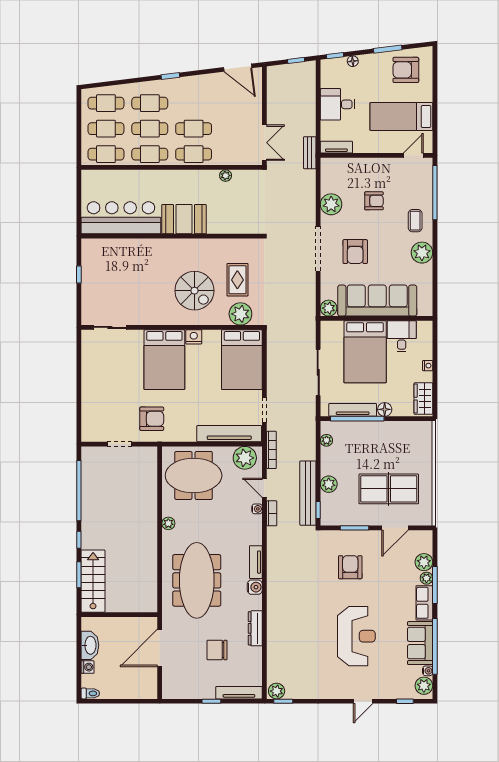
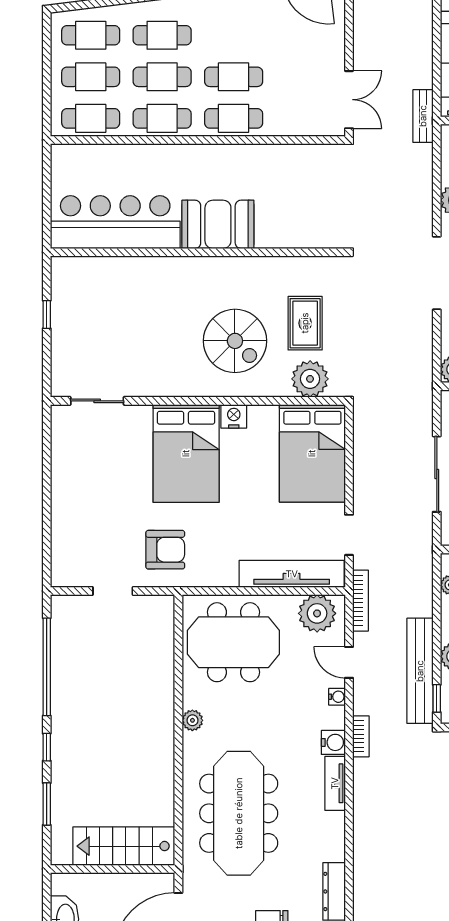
plant: (226, 176) -> (286, 153), removed
bookcase: (272, 513) -> (361, 736), moved
stairs: (93, 581) -> (124, 846), moved, turned -90
water cooler: (255, 587) -> (333, 742), moved

